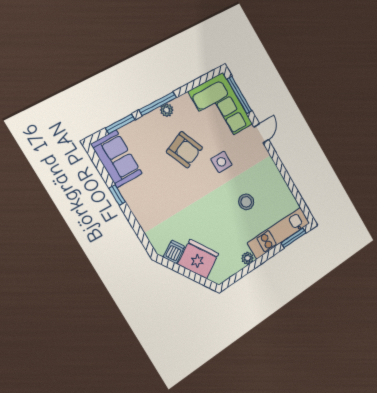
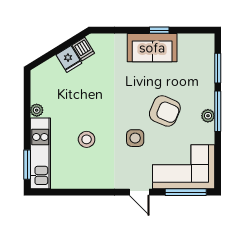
armchair: (185, 150) -> (165, 111), turned -134
sofa: (117, 159) -> (152, 48), moved
fridge: (198, 259) -> (69, 59), width x0.53, depth x0.75

